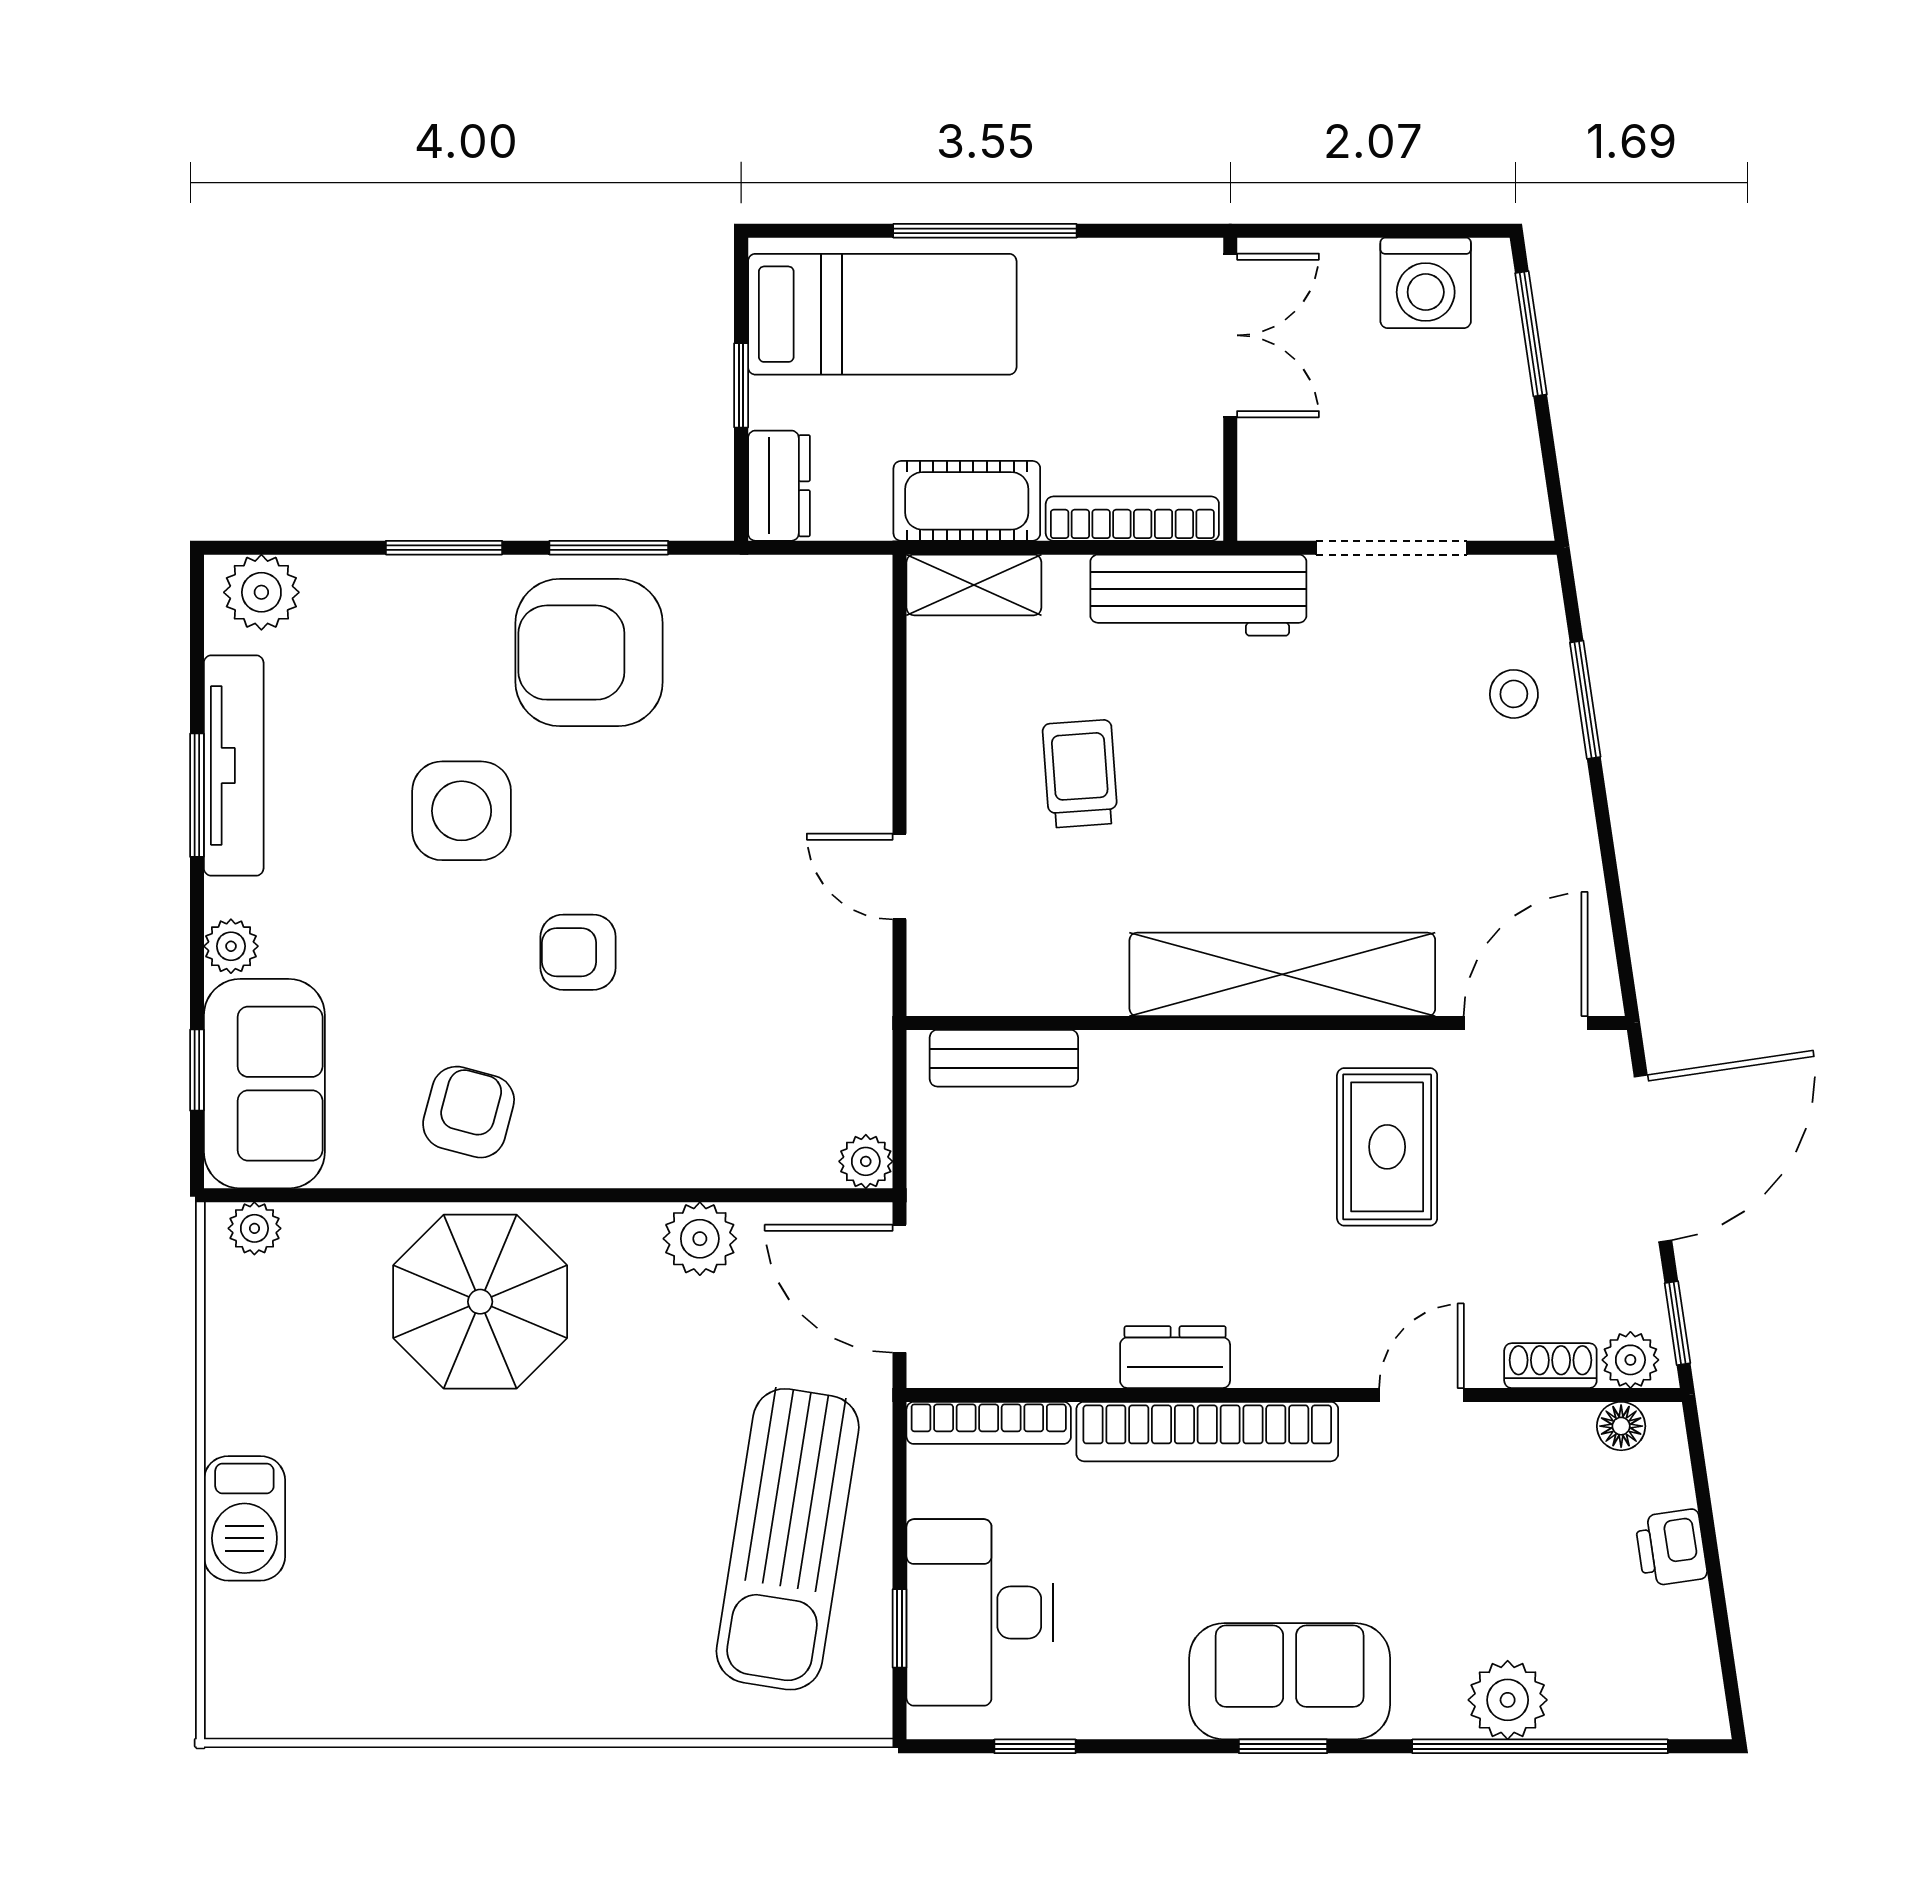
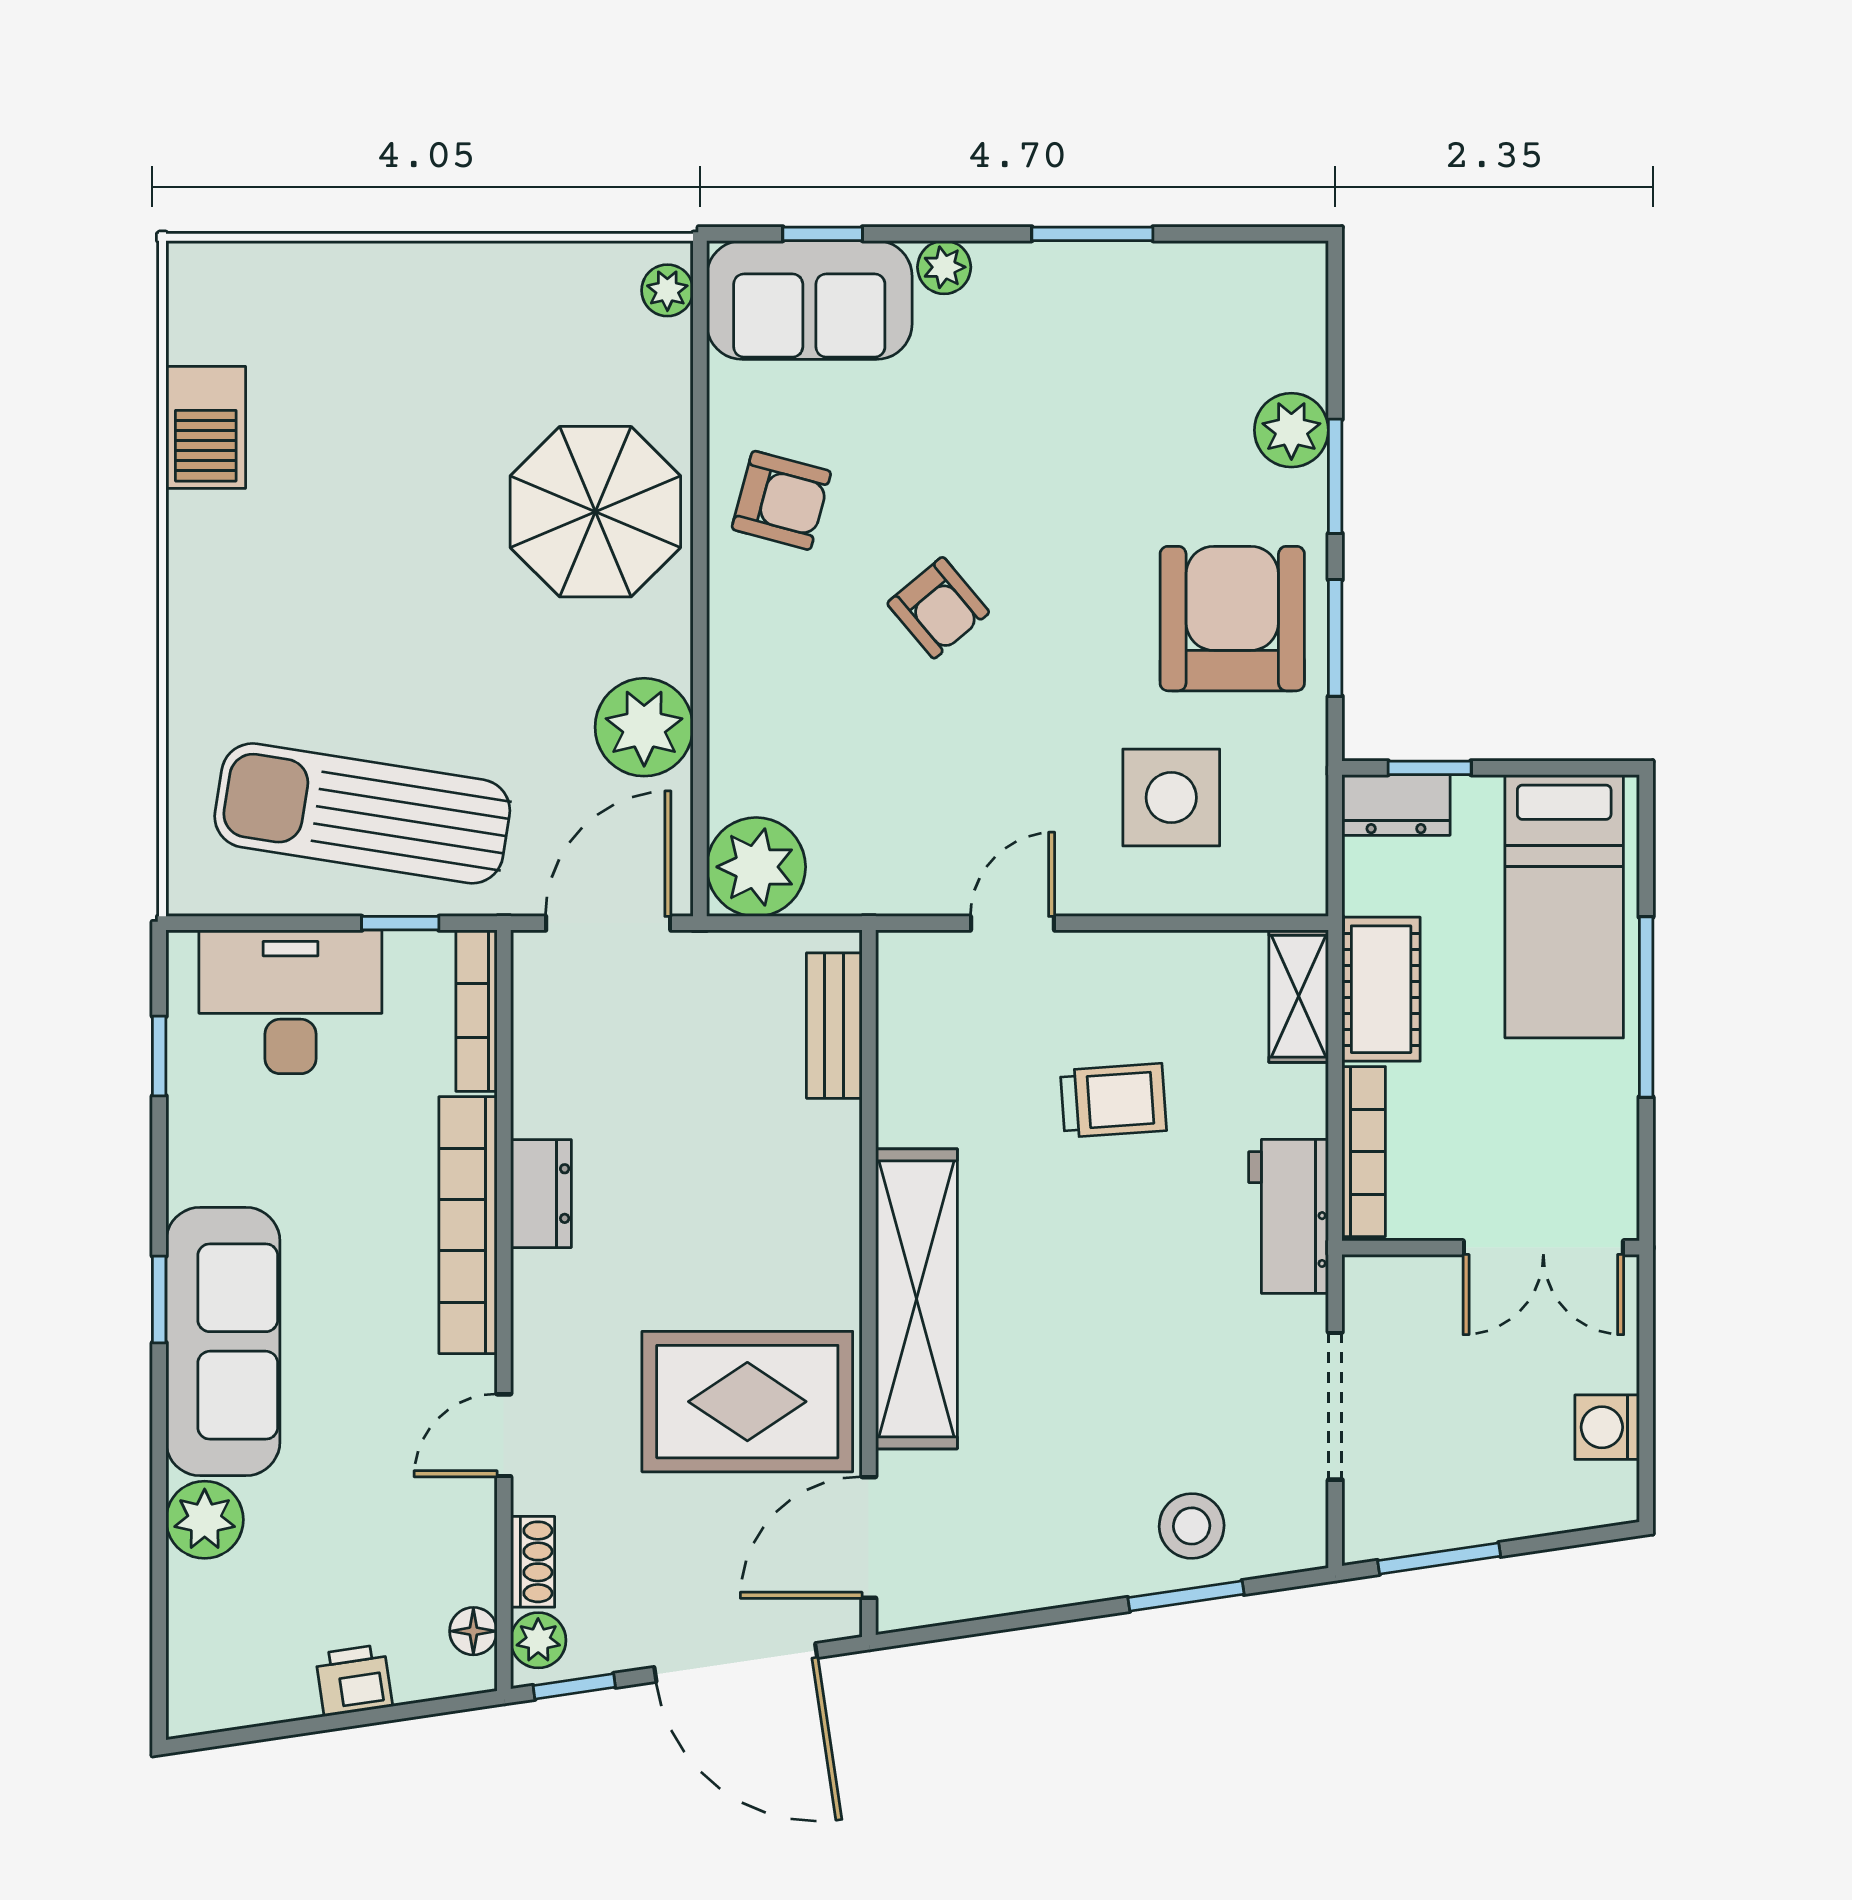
washing machine: (1426, 283) -> (1607, 1427), width x0.73, depth x0.73
window: (1531, 334) -> (1439, 1558), moved
window: (741, 385) -> (1430, 768), moved
plant: (261, 592) -> (1291, 430), moved
workbench: (1198, 595) -> (1289, 1216), width x0.73
stool: (1514, 694) -> (1192, 1526), width x1.37, depth x1.37
tv unit: (234, 766) -> (1121, 270), removed
side table: (462, 811) -> (1171, 798), moved
armchair: (578, 952) -> (938, 608), turned 140
door: (1526, 1023) -> (869, 1537), swing flipped
rug: (1387, 1147) -> (747, 1402), width x1.36, depth x1.43
plant: (866, 1161) -> (756, 867), width x1.88, depth x1.88
plant: (700, 1239) -> (644, 727), width x1.36, depth x1.36
door: (1421, 1395) -> (504, 1435), swing flipped
barbecue: (244, 1518) -> (206, 427), moved, turned -90
window: (900, 1628) -> (400, 923), moved
sofa: (1290, 1681) -> (223, 1341), width x1.36
window: (1540, 1746) -> (159, 1552), removed

